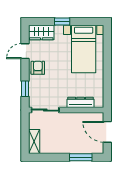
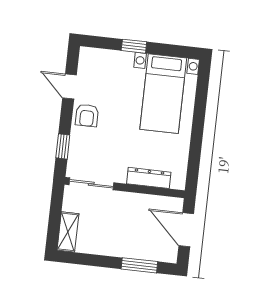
wardrobe: (41, 33) -> (99, 60), removed
door: (25, 51) -> (70, 87), hinge flipped
armchair: (38, 68) -> (87, 115), turned 180

